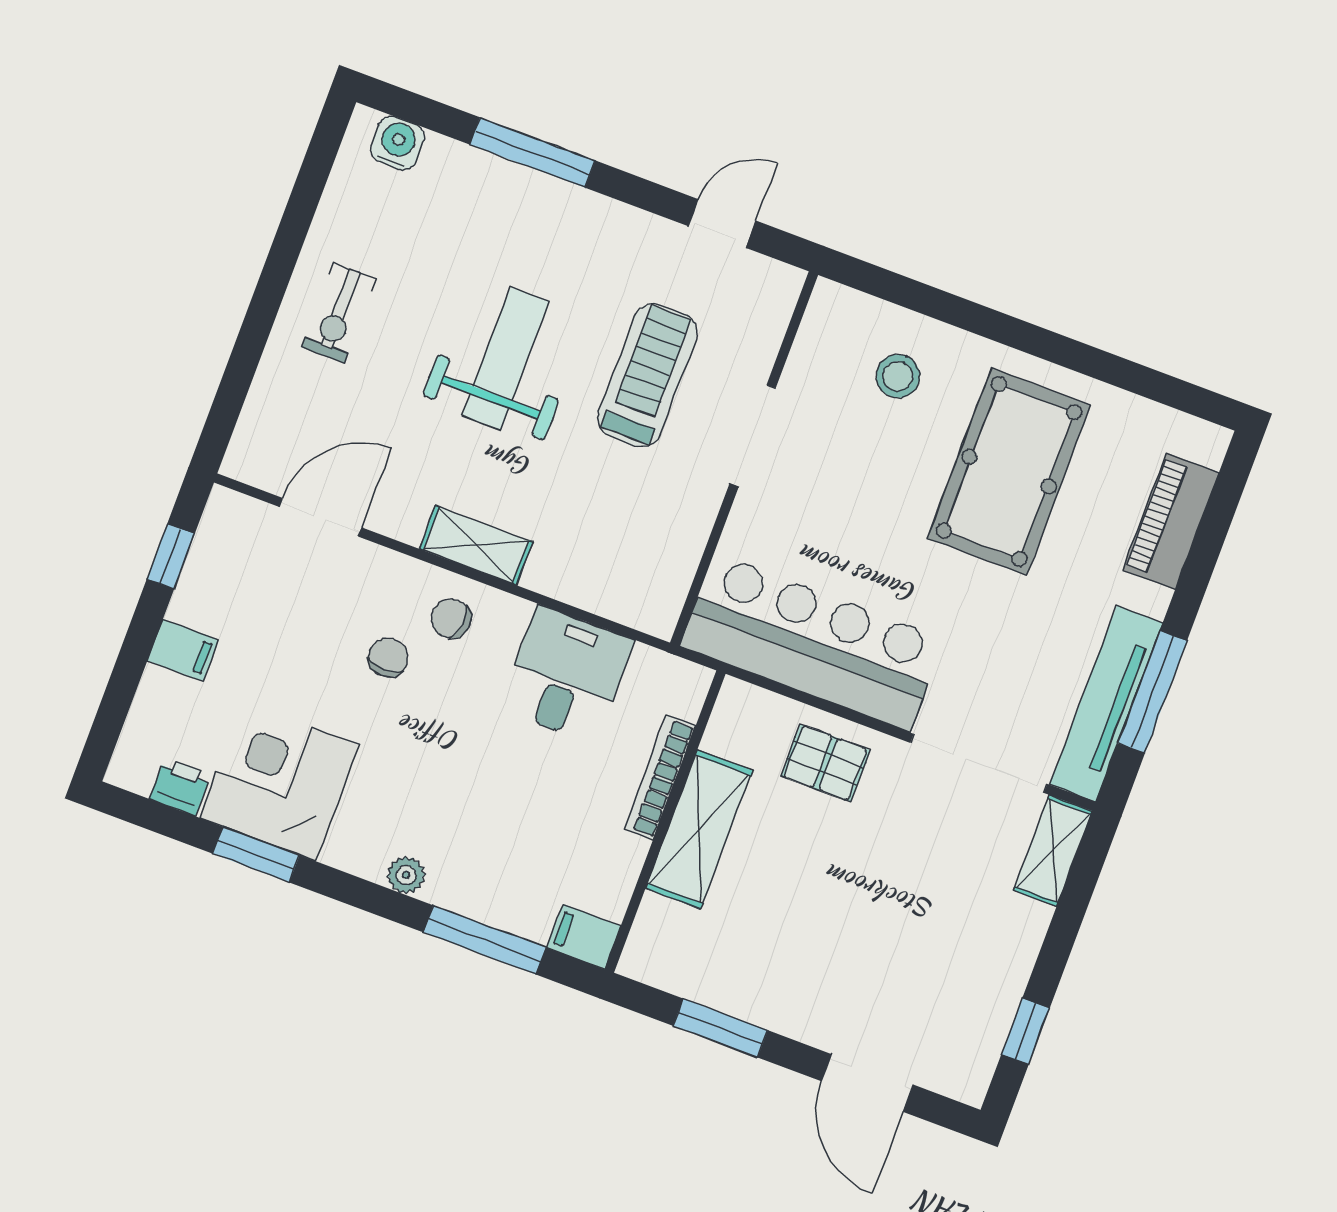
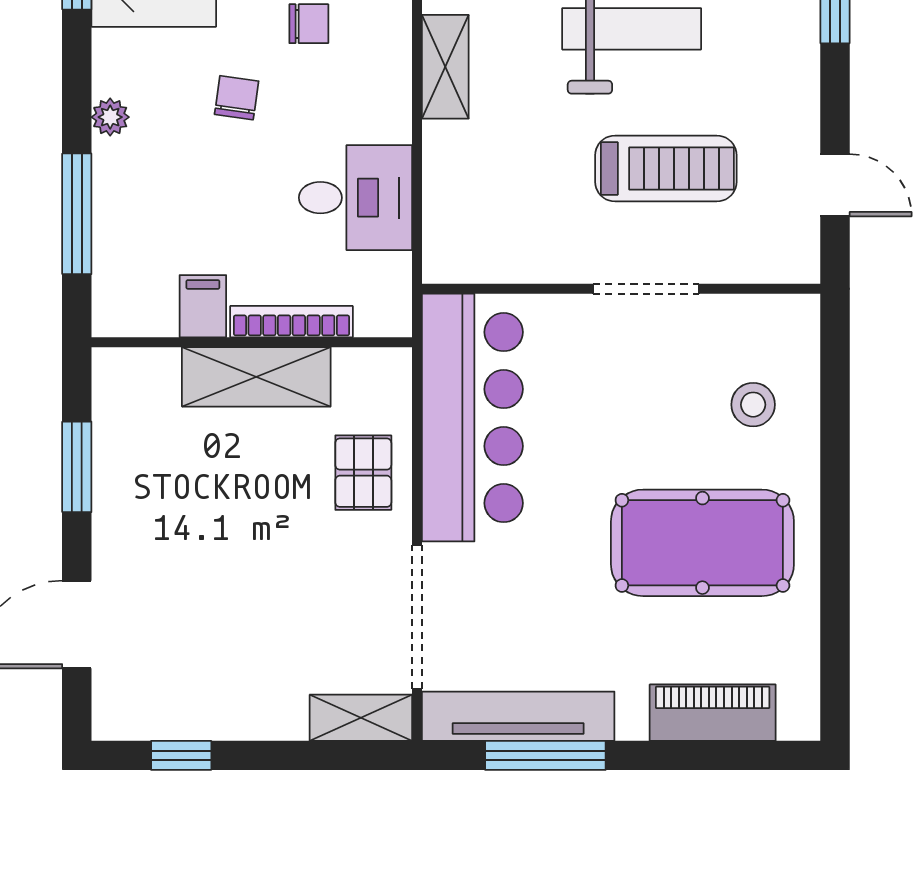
chair: (451, 618) -> (237, 98), moved
filing cabinet: (584, 937) -> (203, 306), moved

